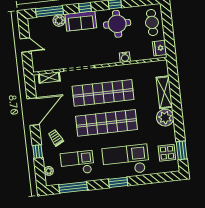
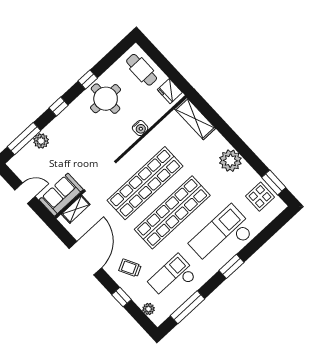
sofa: (81, 21) -> (61, 195), moved, turned 180
shelving: (164, 92) -> (195, 119), moved

